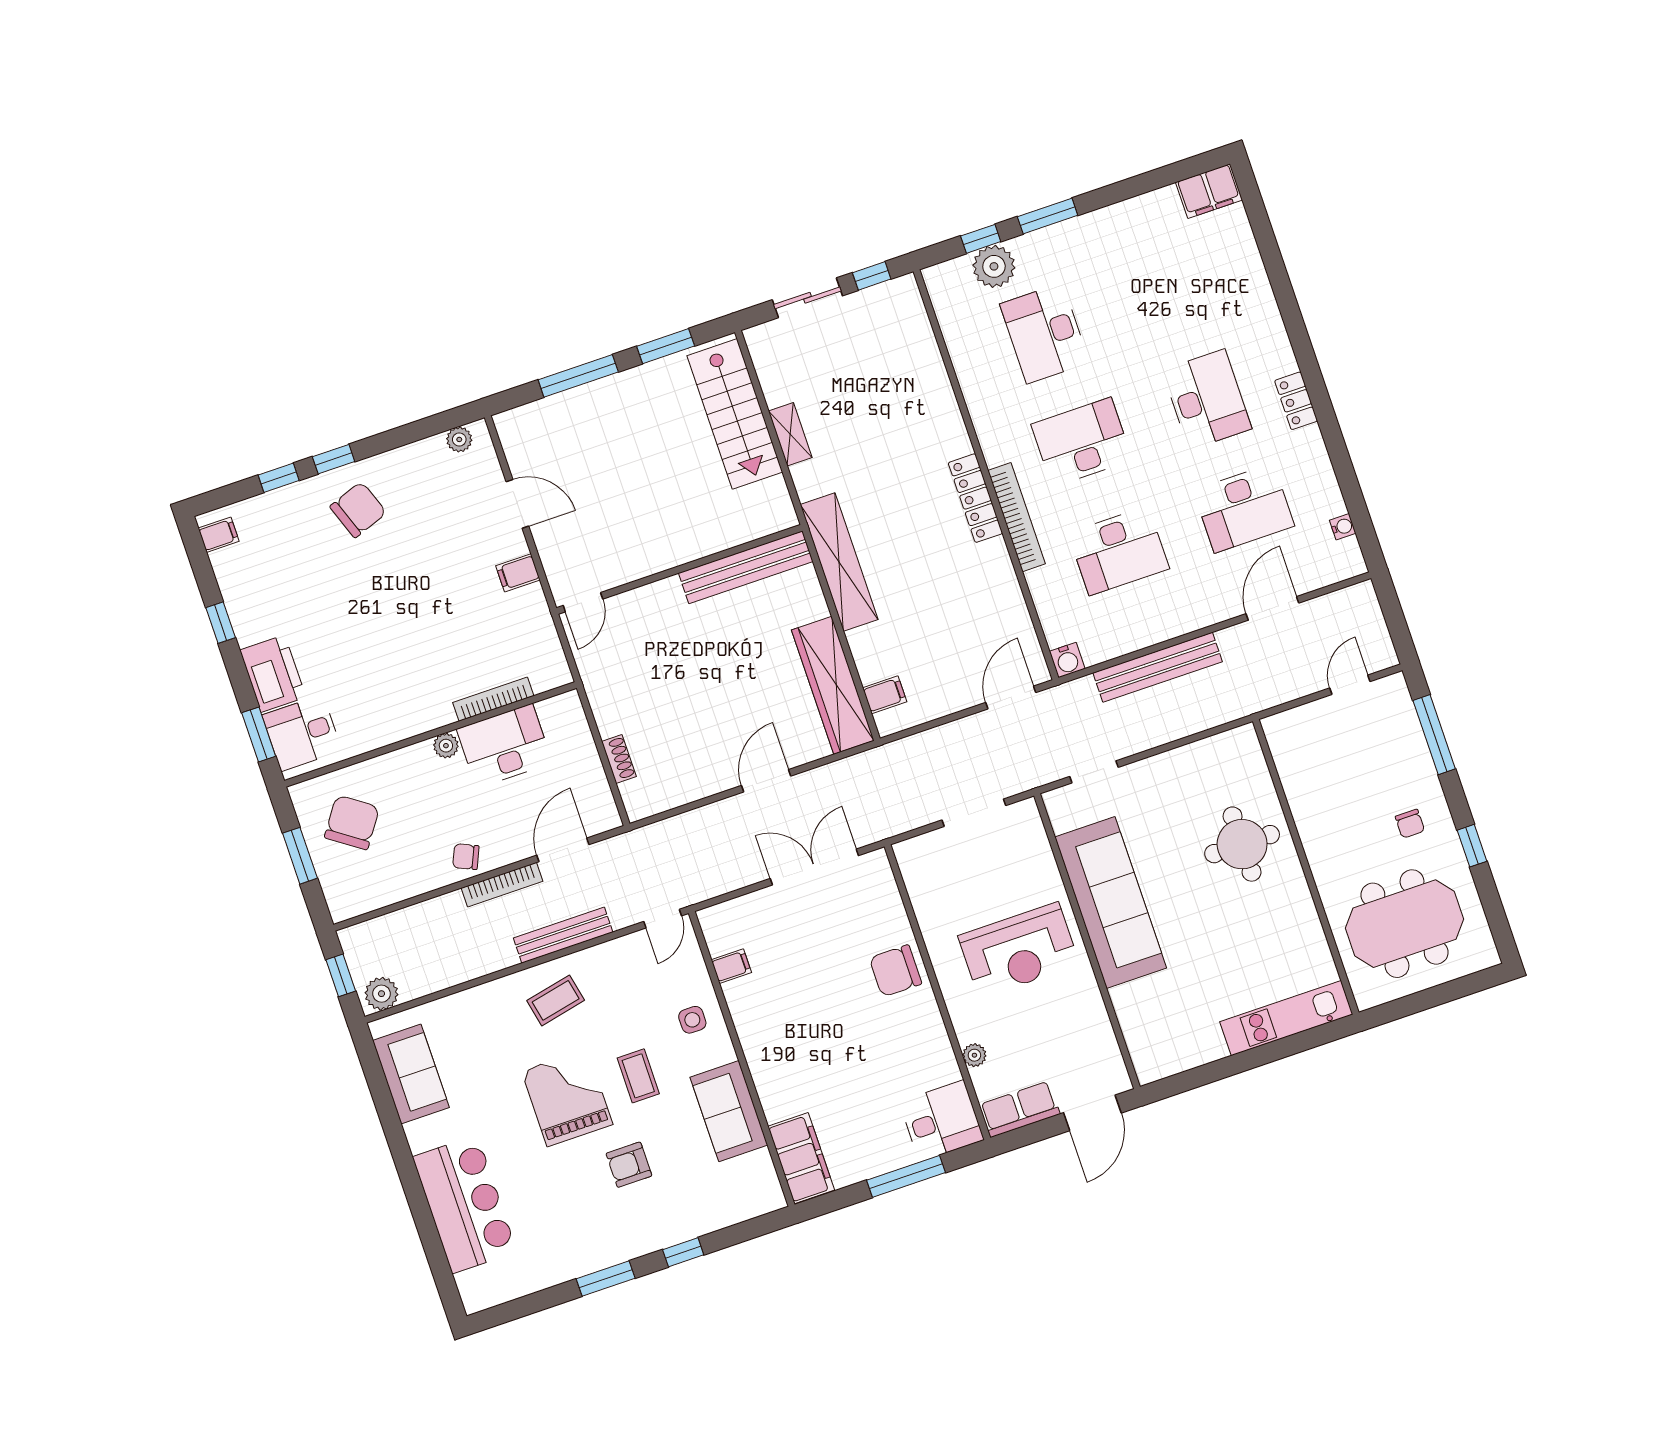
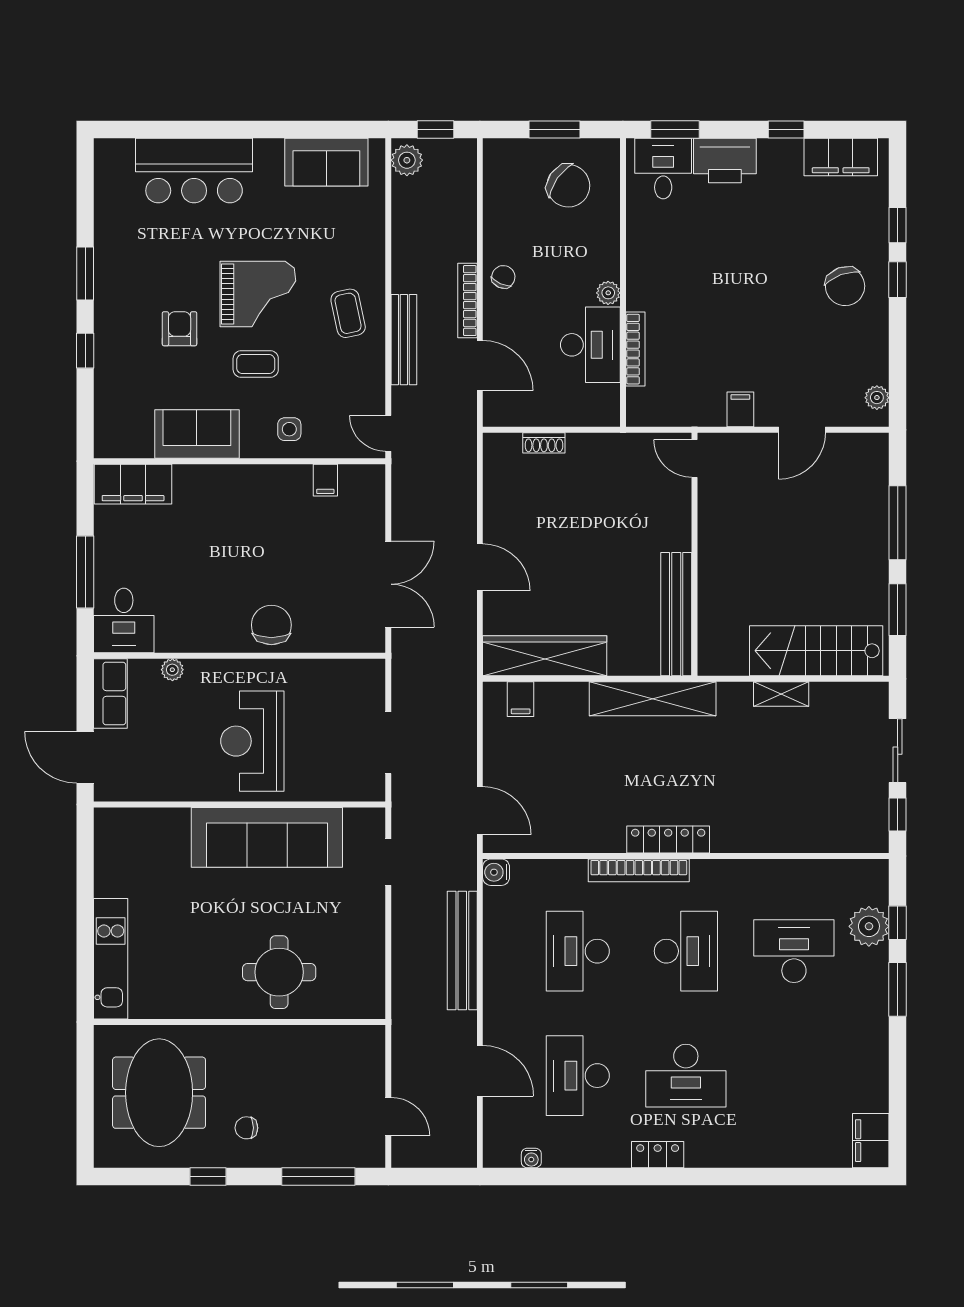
filing cabinet: (219, 535) -> (841, 157), width x3.00, depth x1.17

